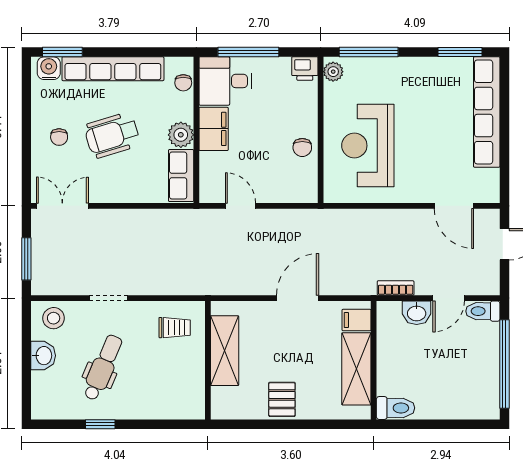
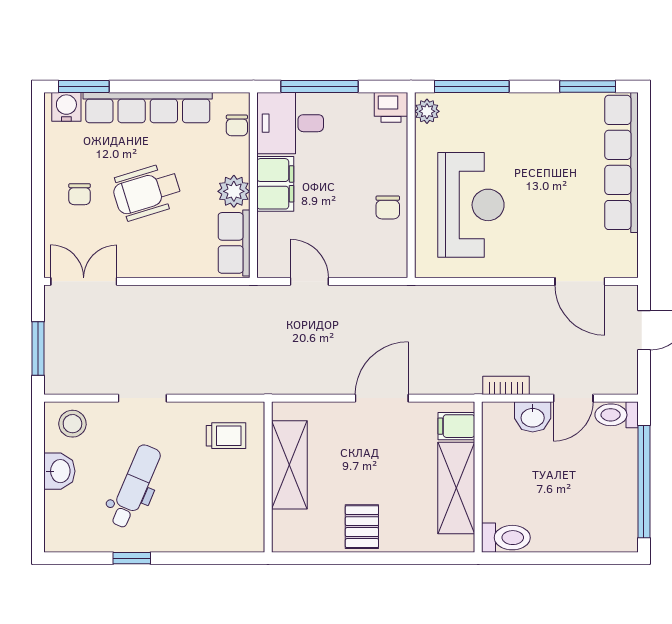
reception desk: (368, 146) -> (471, 205), turned 180

